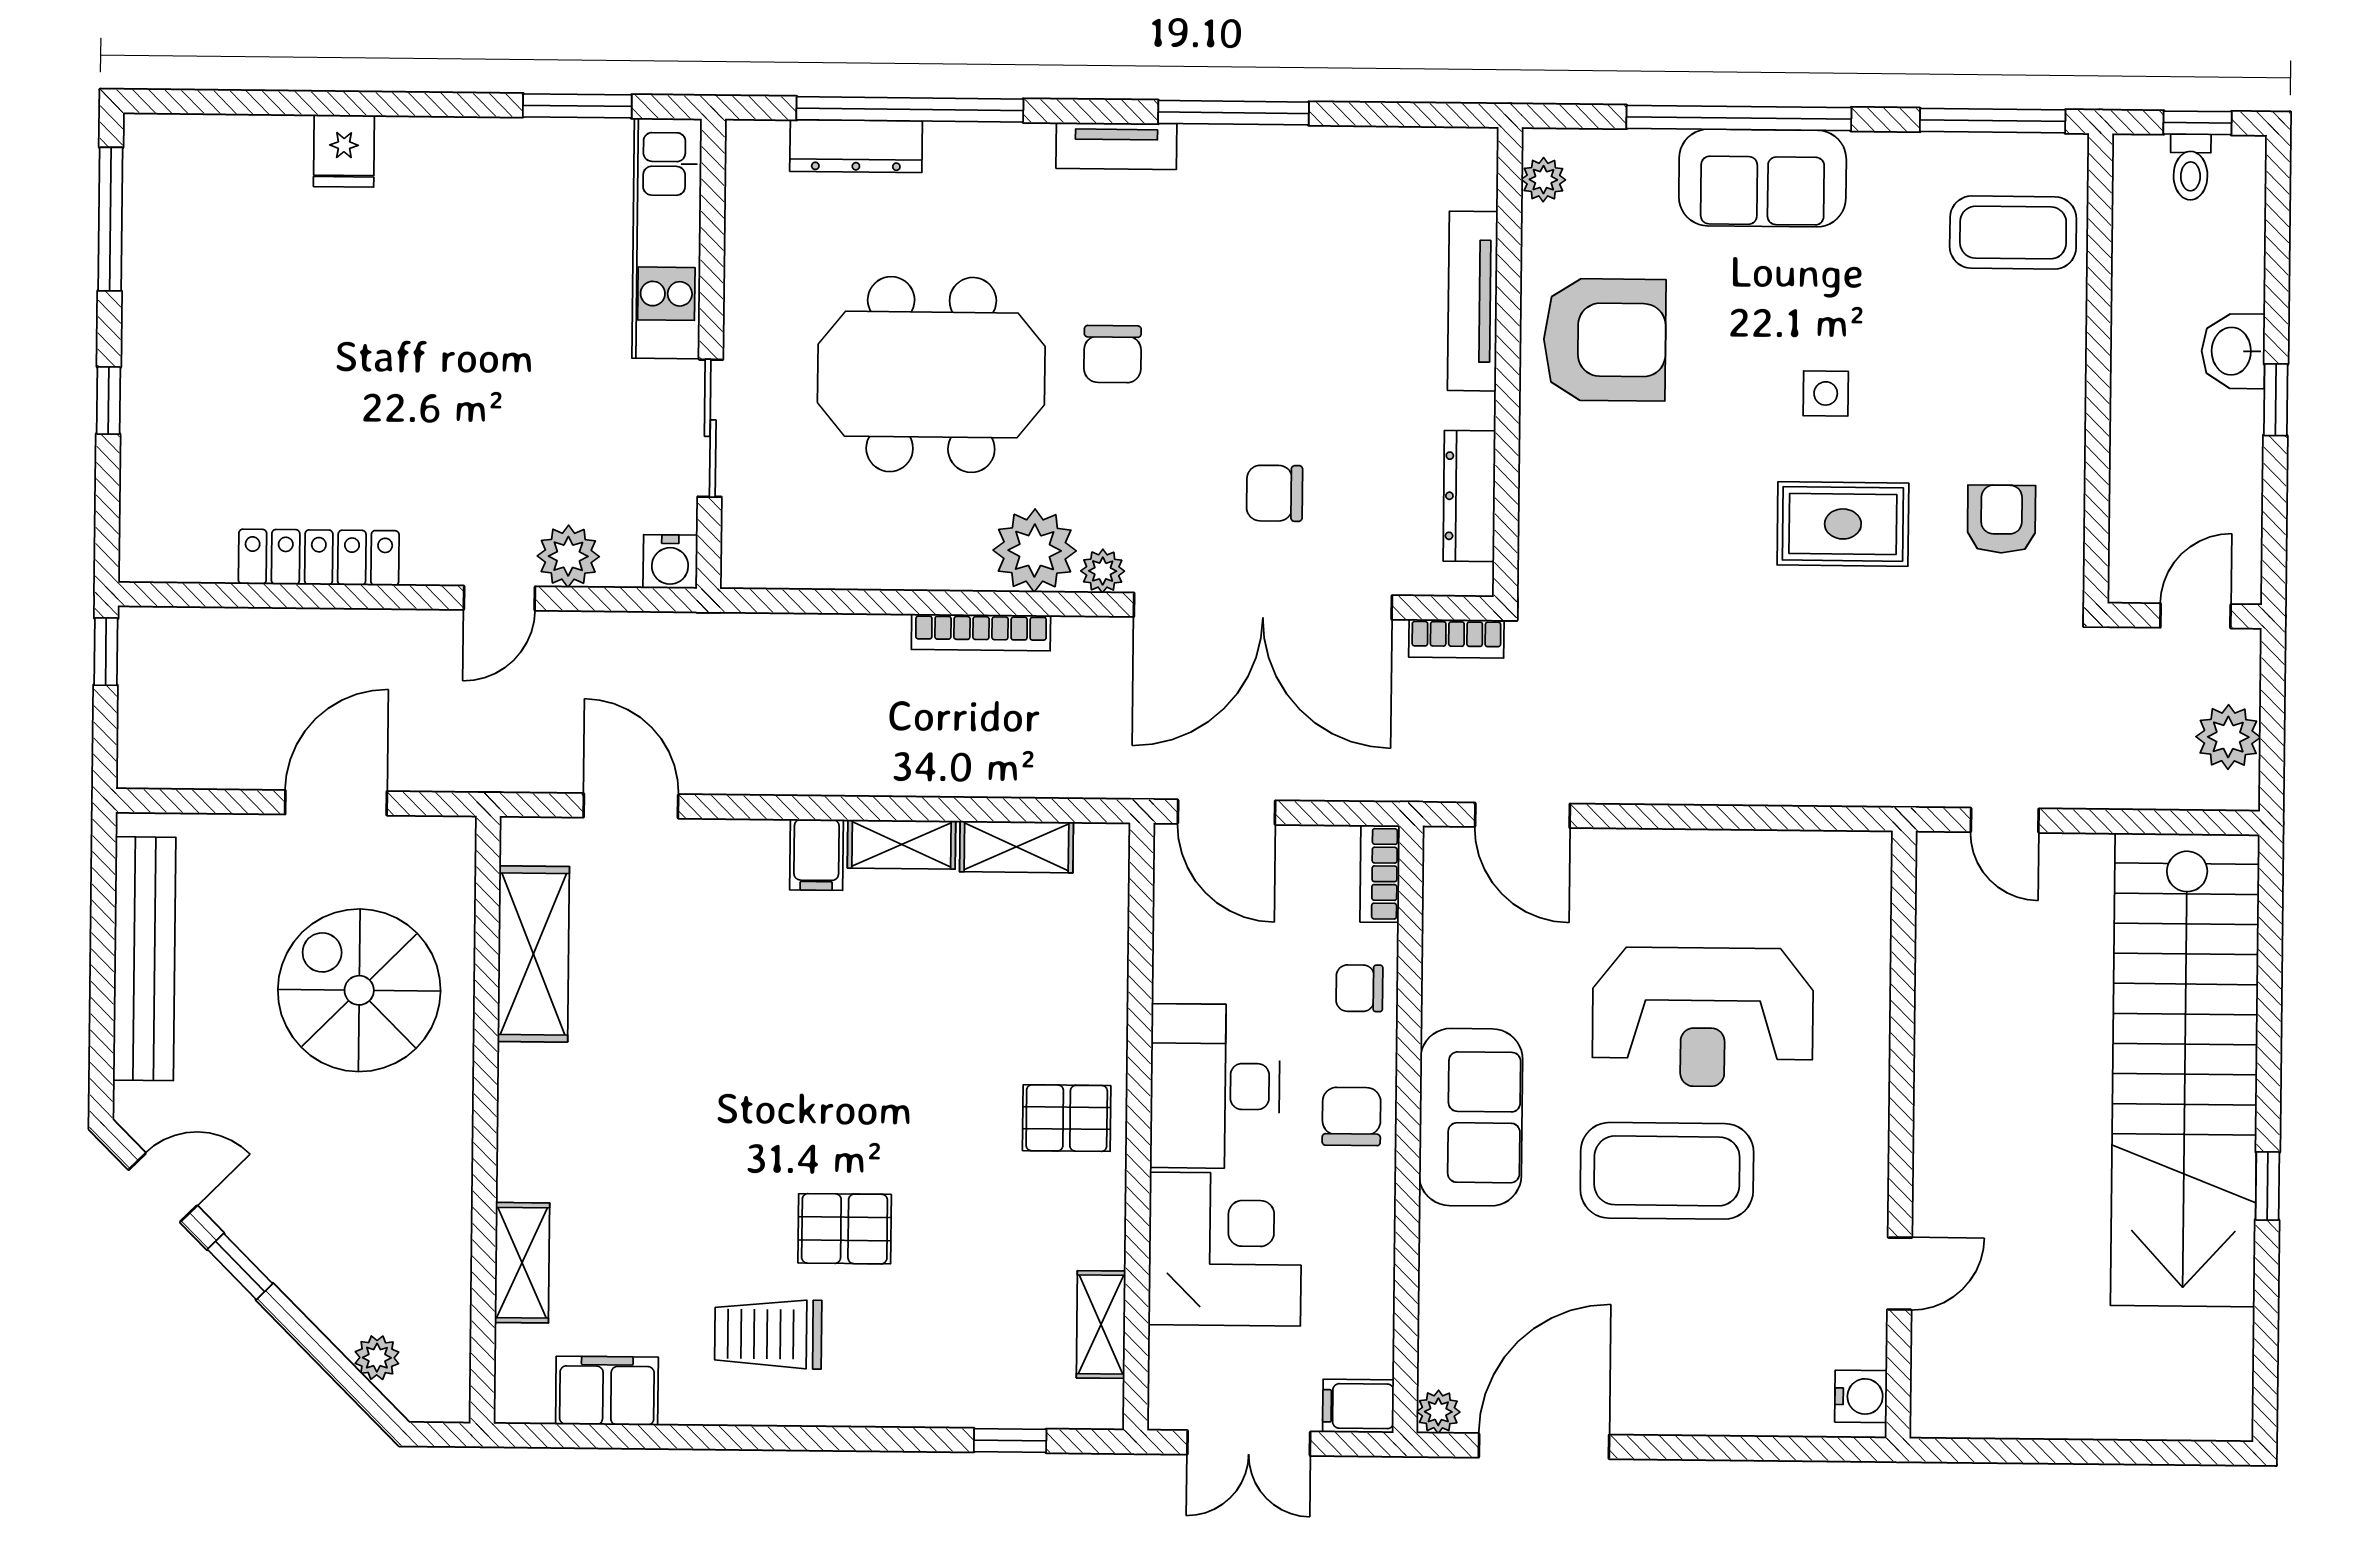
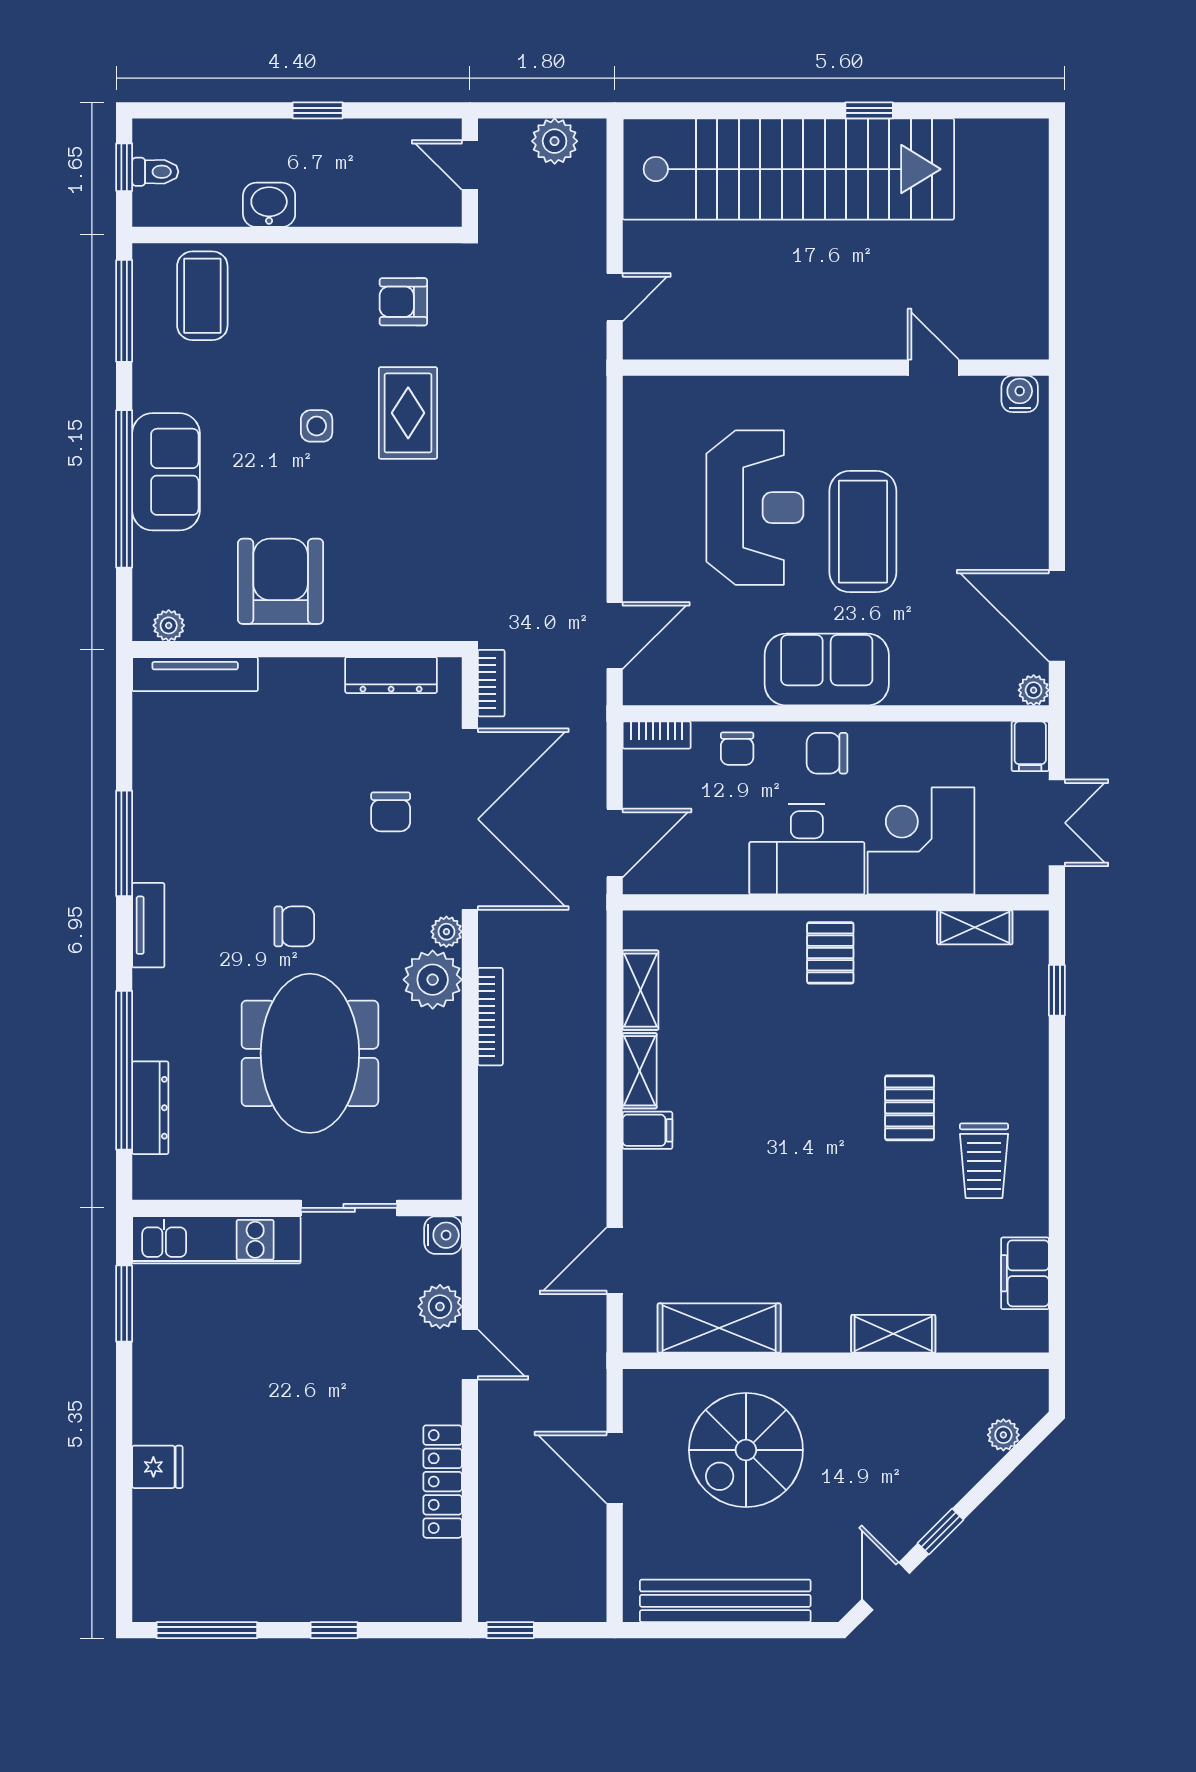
tv unit: (1473, 301) -> (195, 674), moved
washbasin: (2233, 351) -> (269, 205), moved, turned 180
shelving: (522, 1263) -> (893, 1334), moved

